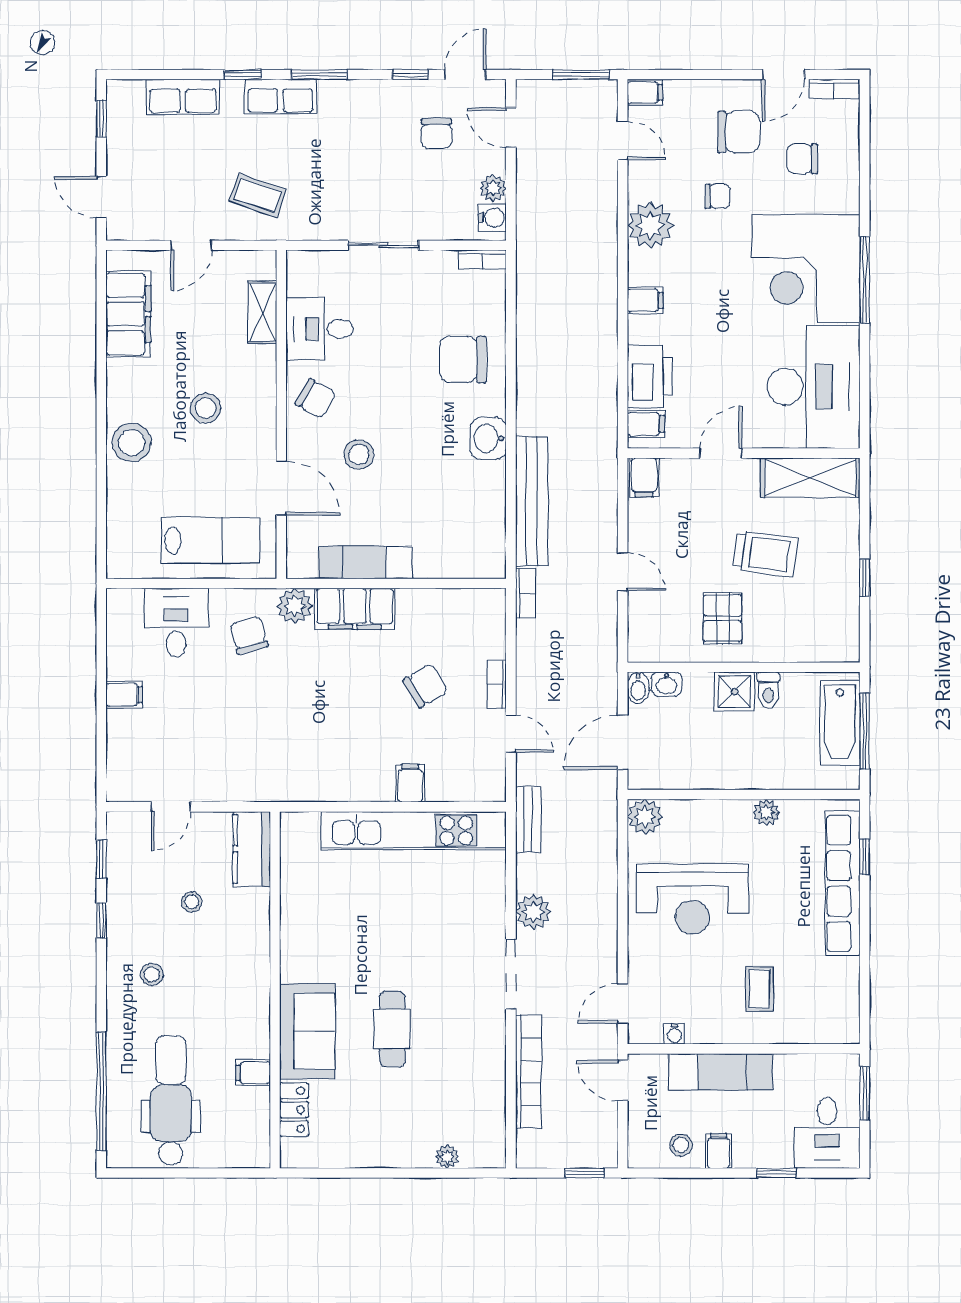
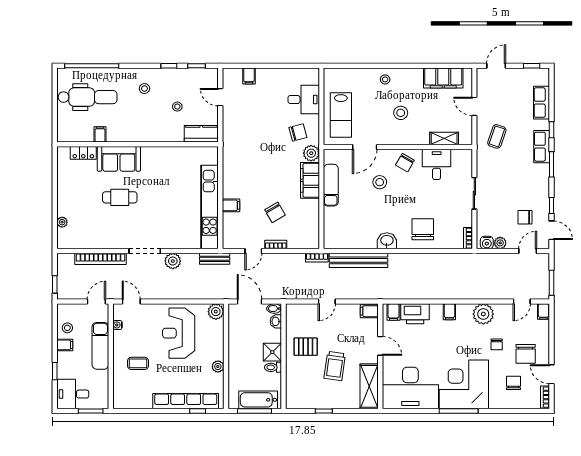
stool: (132, 443) -> (385, 79), width x0.53, depth x0.53
filing cabinet: (124, 695) -> (249, 76), moved

